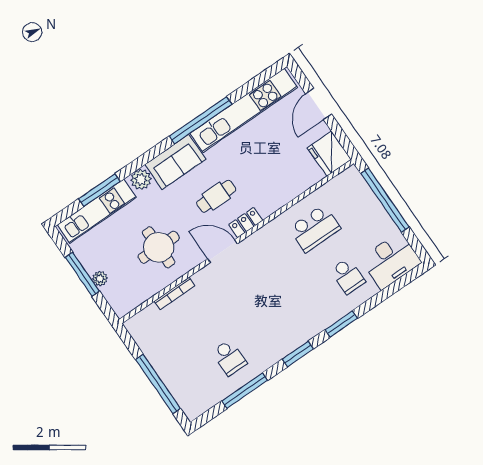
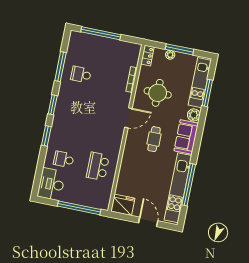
window: (201, 120) -> (189, 185), moved
locker: (246, 223) -> (147, 56), moved

